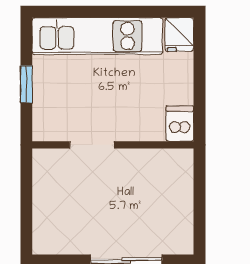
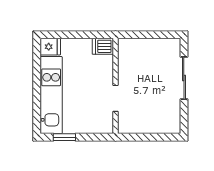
window: (26, 84) -> (64, 137), moved

